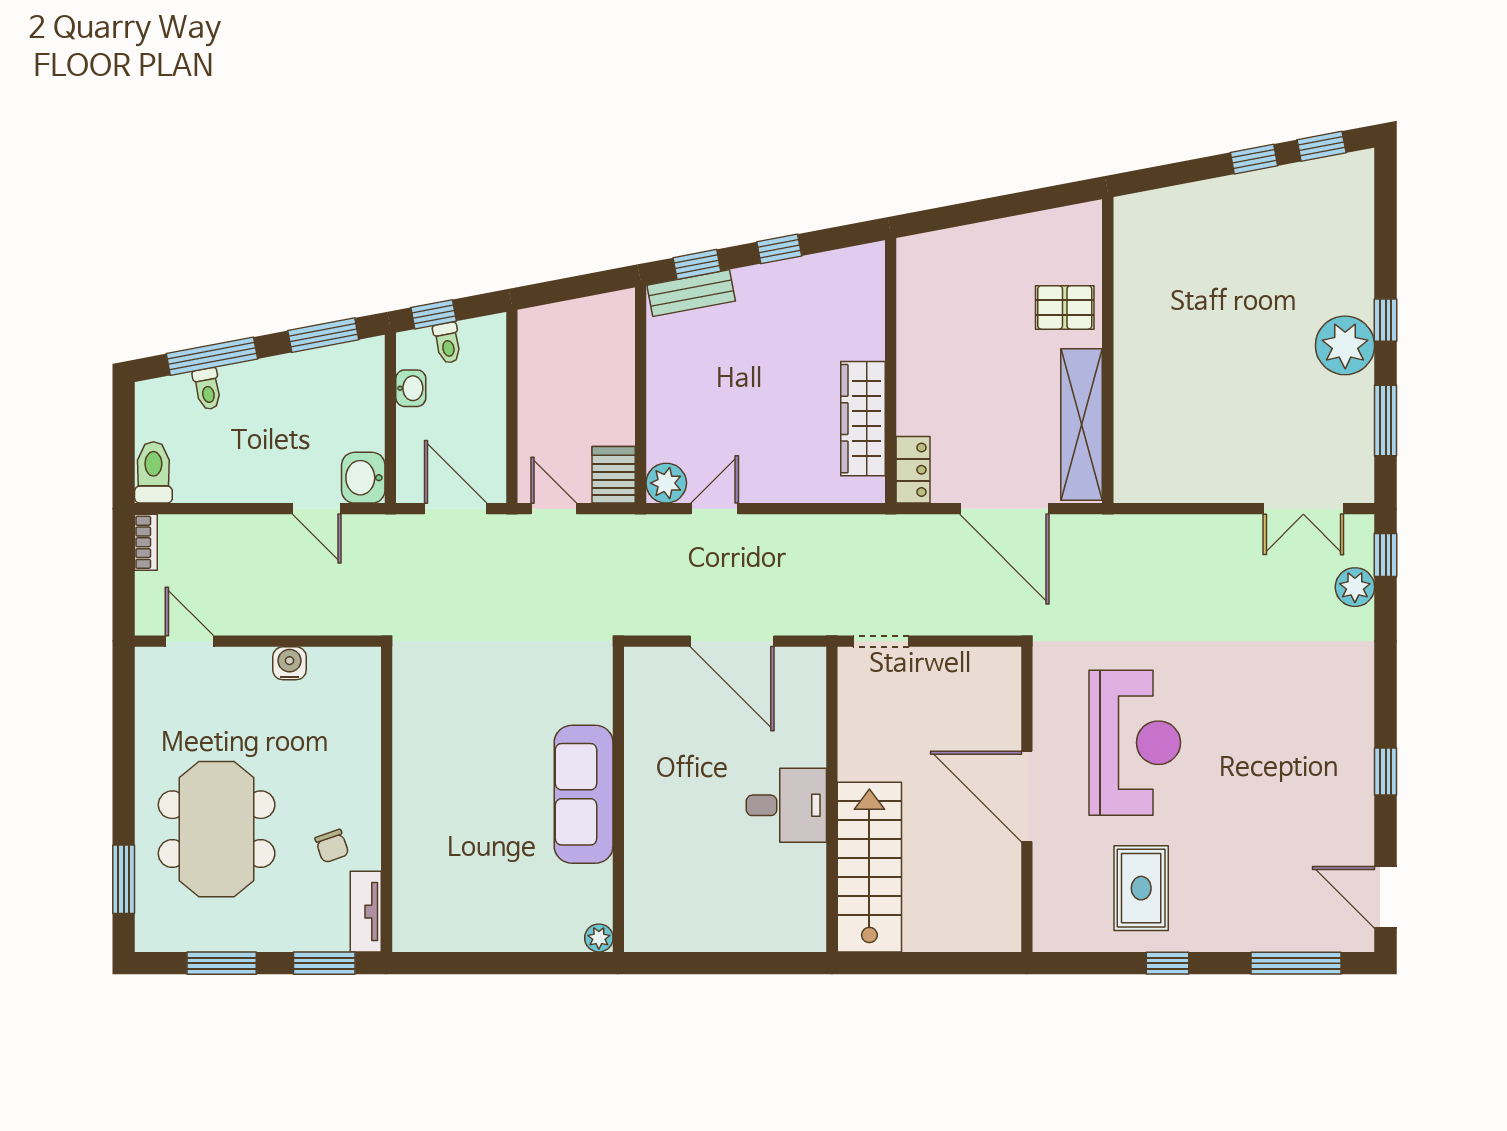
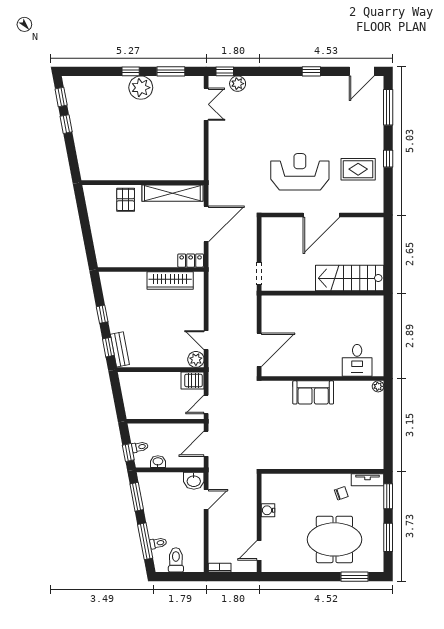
toilet: (153, 472) -> (176, 560), moved, turned 90
door: (732, 641) -> (259, 350), moved
sofa: (584, 794) -> (313, 392), width x0.73
desk: (786, 805) -> (357, 360), moved, turned 180

